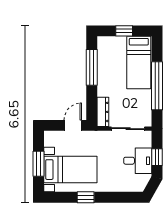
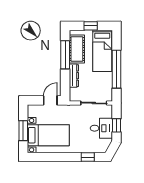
cot: (107, 60) -> (77, 49), added
dresser: (103, 112) -> (74, 76), moved
window: (86, 197) -> (88, 157), moved

